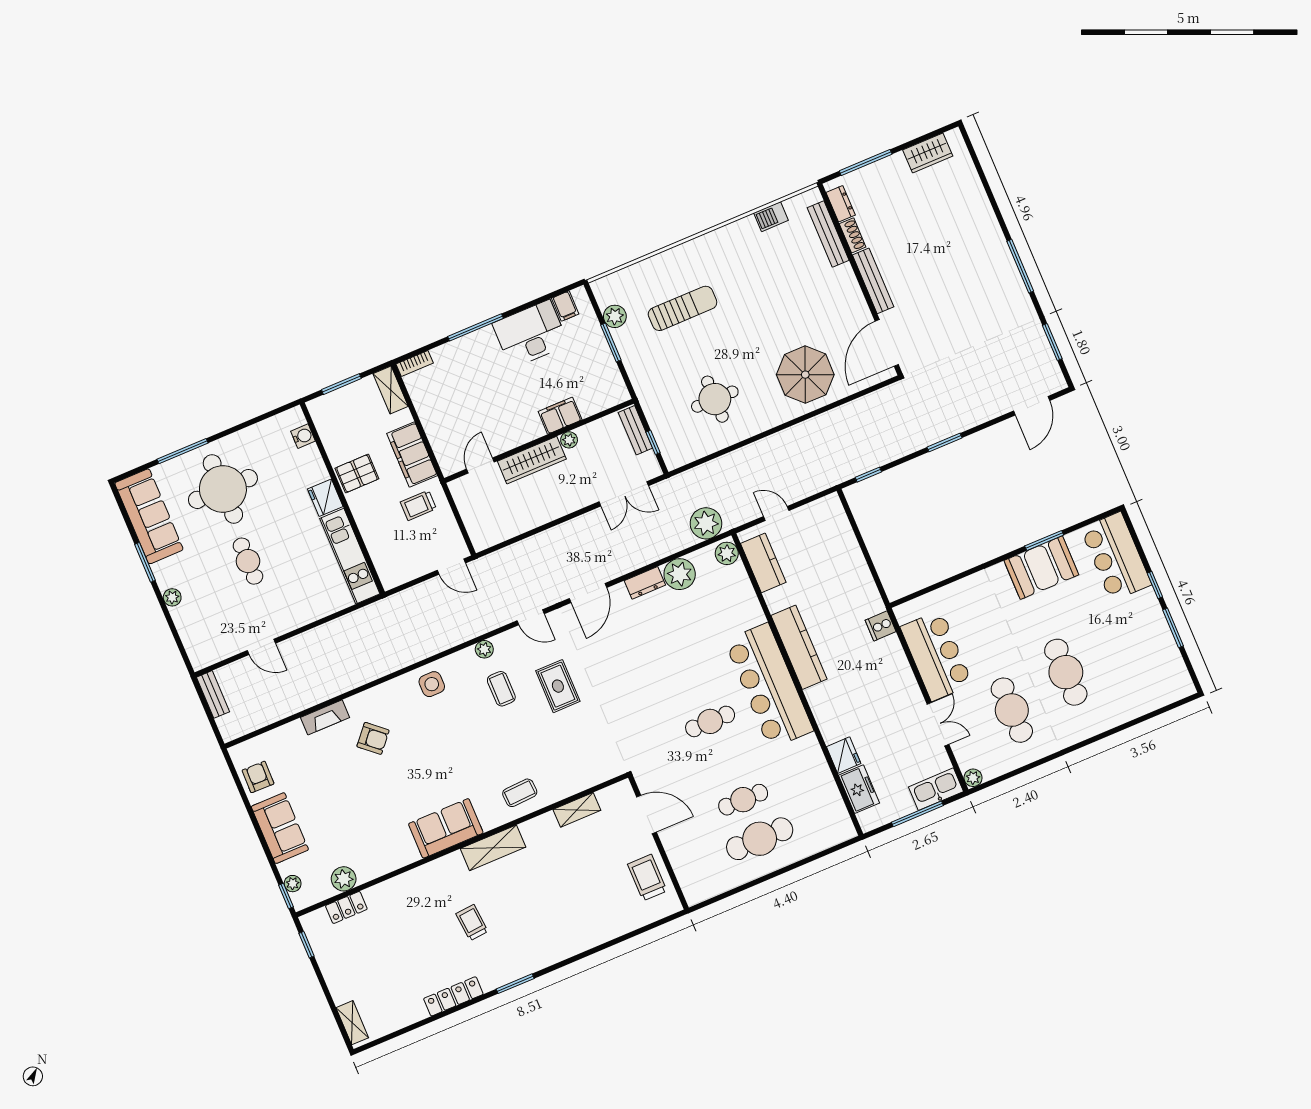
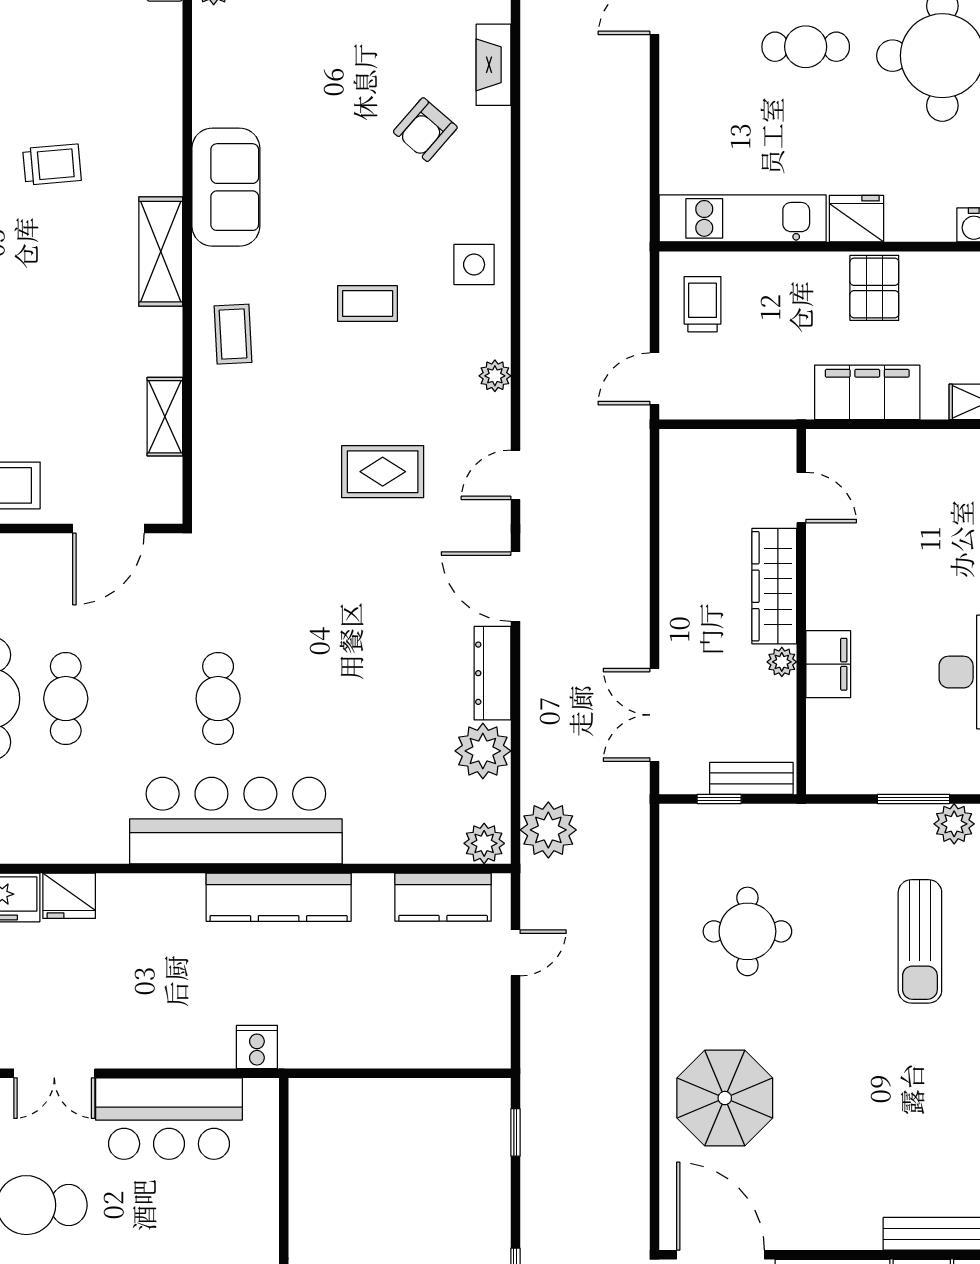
trolley: (418, 505) -> (703, 304), moved
dresser: (645, 583) -> (493, 673), width x1.44
coffee table: (501, 689) -> (368, 303), moved

